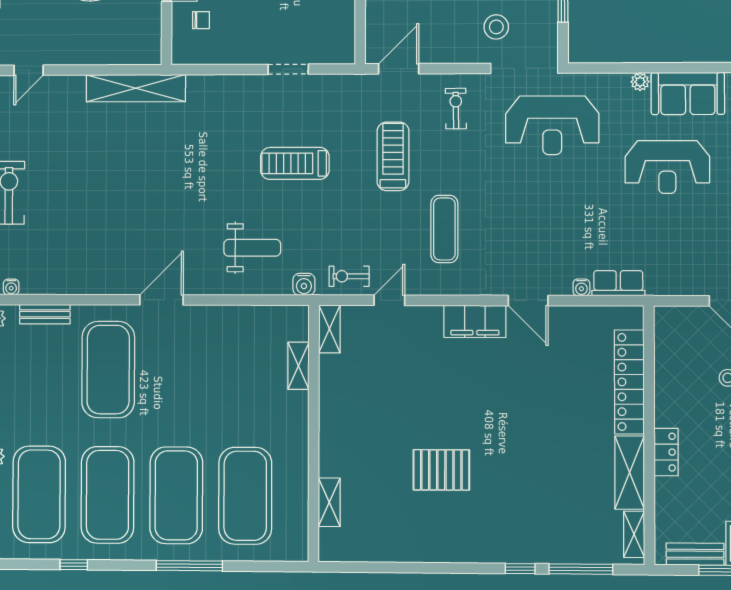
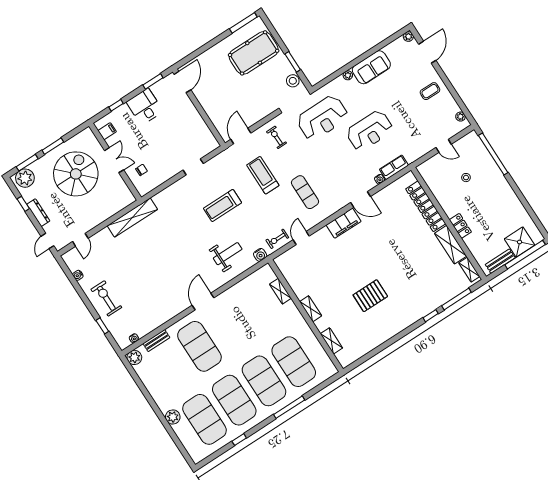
stool: (496, 27) -> (293, 81), moved
reception desk: (667, 167) -> (370, 131), moved
shelving: (329, 329) -> (311, 309), moved

